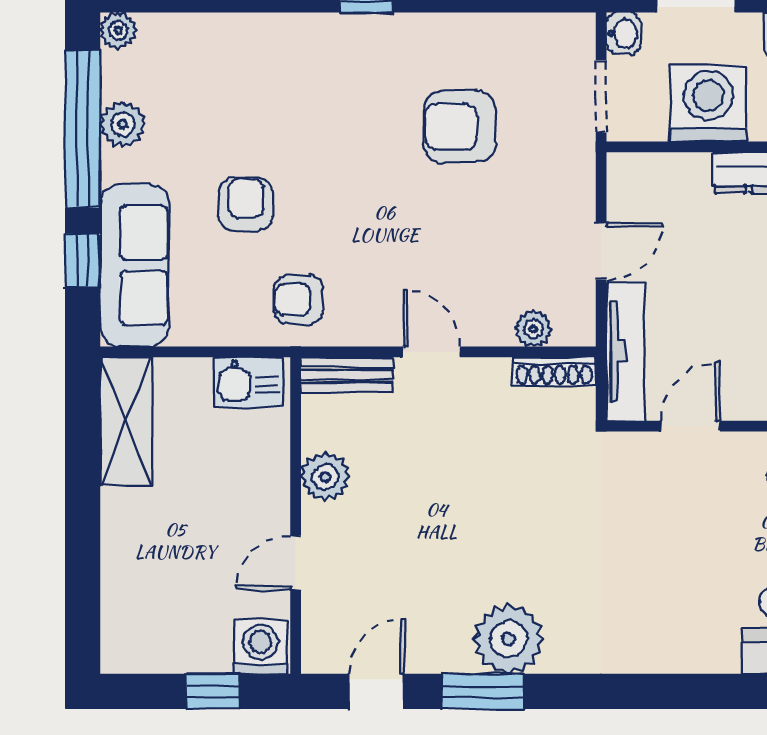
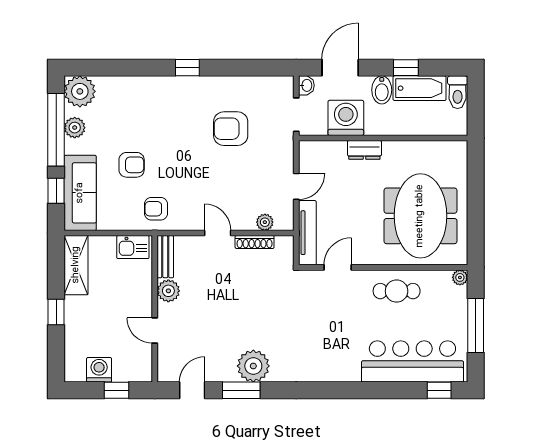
plant: (118, 30) -> (80, 91), width x1.88, depth x1.88
armchair: (246, 205) -> (132, 165), turned 90
shoe rack: (554, 371) -> (255, 242), moved
bench: (347, 375) -> (165, 257), moved, turned 90
window: (83, 522) -> (56, 312), added
door: (296, 563) -> (155, 331), hinge flipped
washing machine: (260, 647) -> (99, 370), moved

